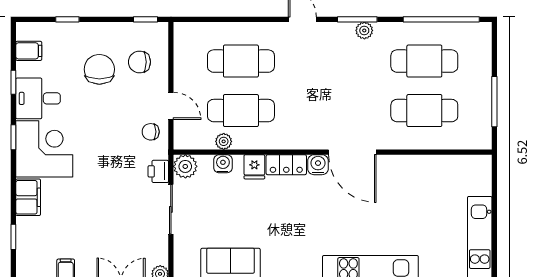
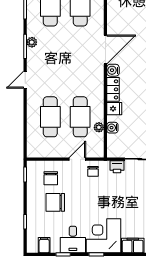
plant: (185, 166) -> (114, 150), removed

